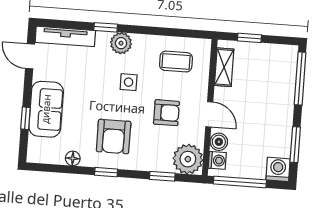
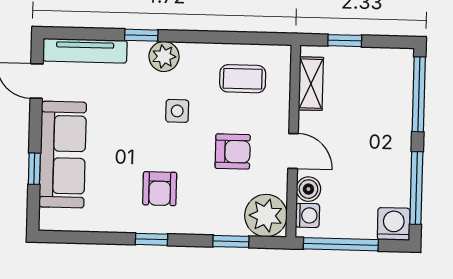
sofa: (46, 109) -> (63, 155), width x1.36
armchair: (114, 137) -> (160, 189), width x0.72, depth x0.72
window: (295, 145) -> (416, 188), width x1.44
floor lamp: (73, 158) -> (104, 222), removed

